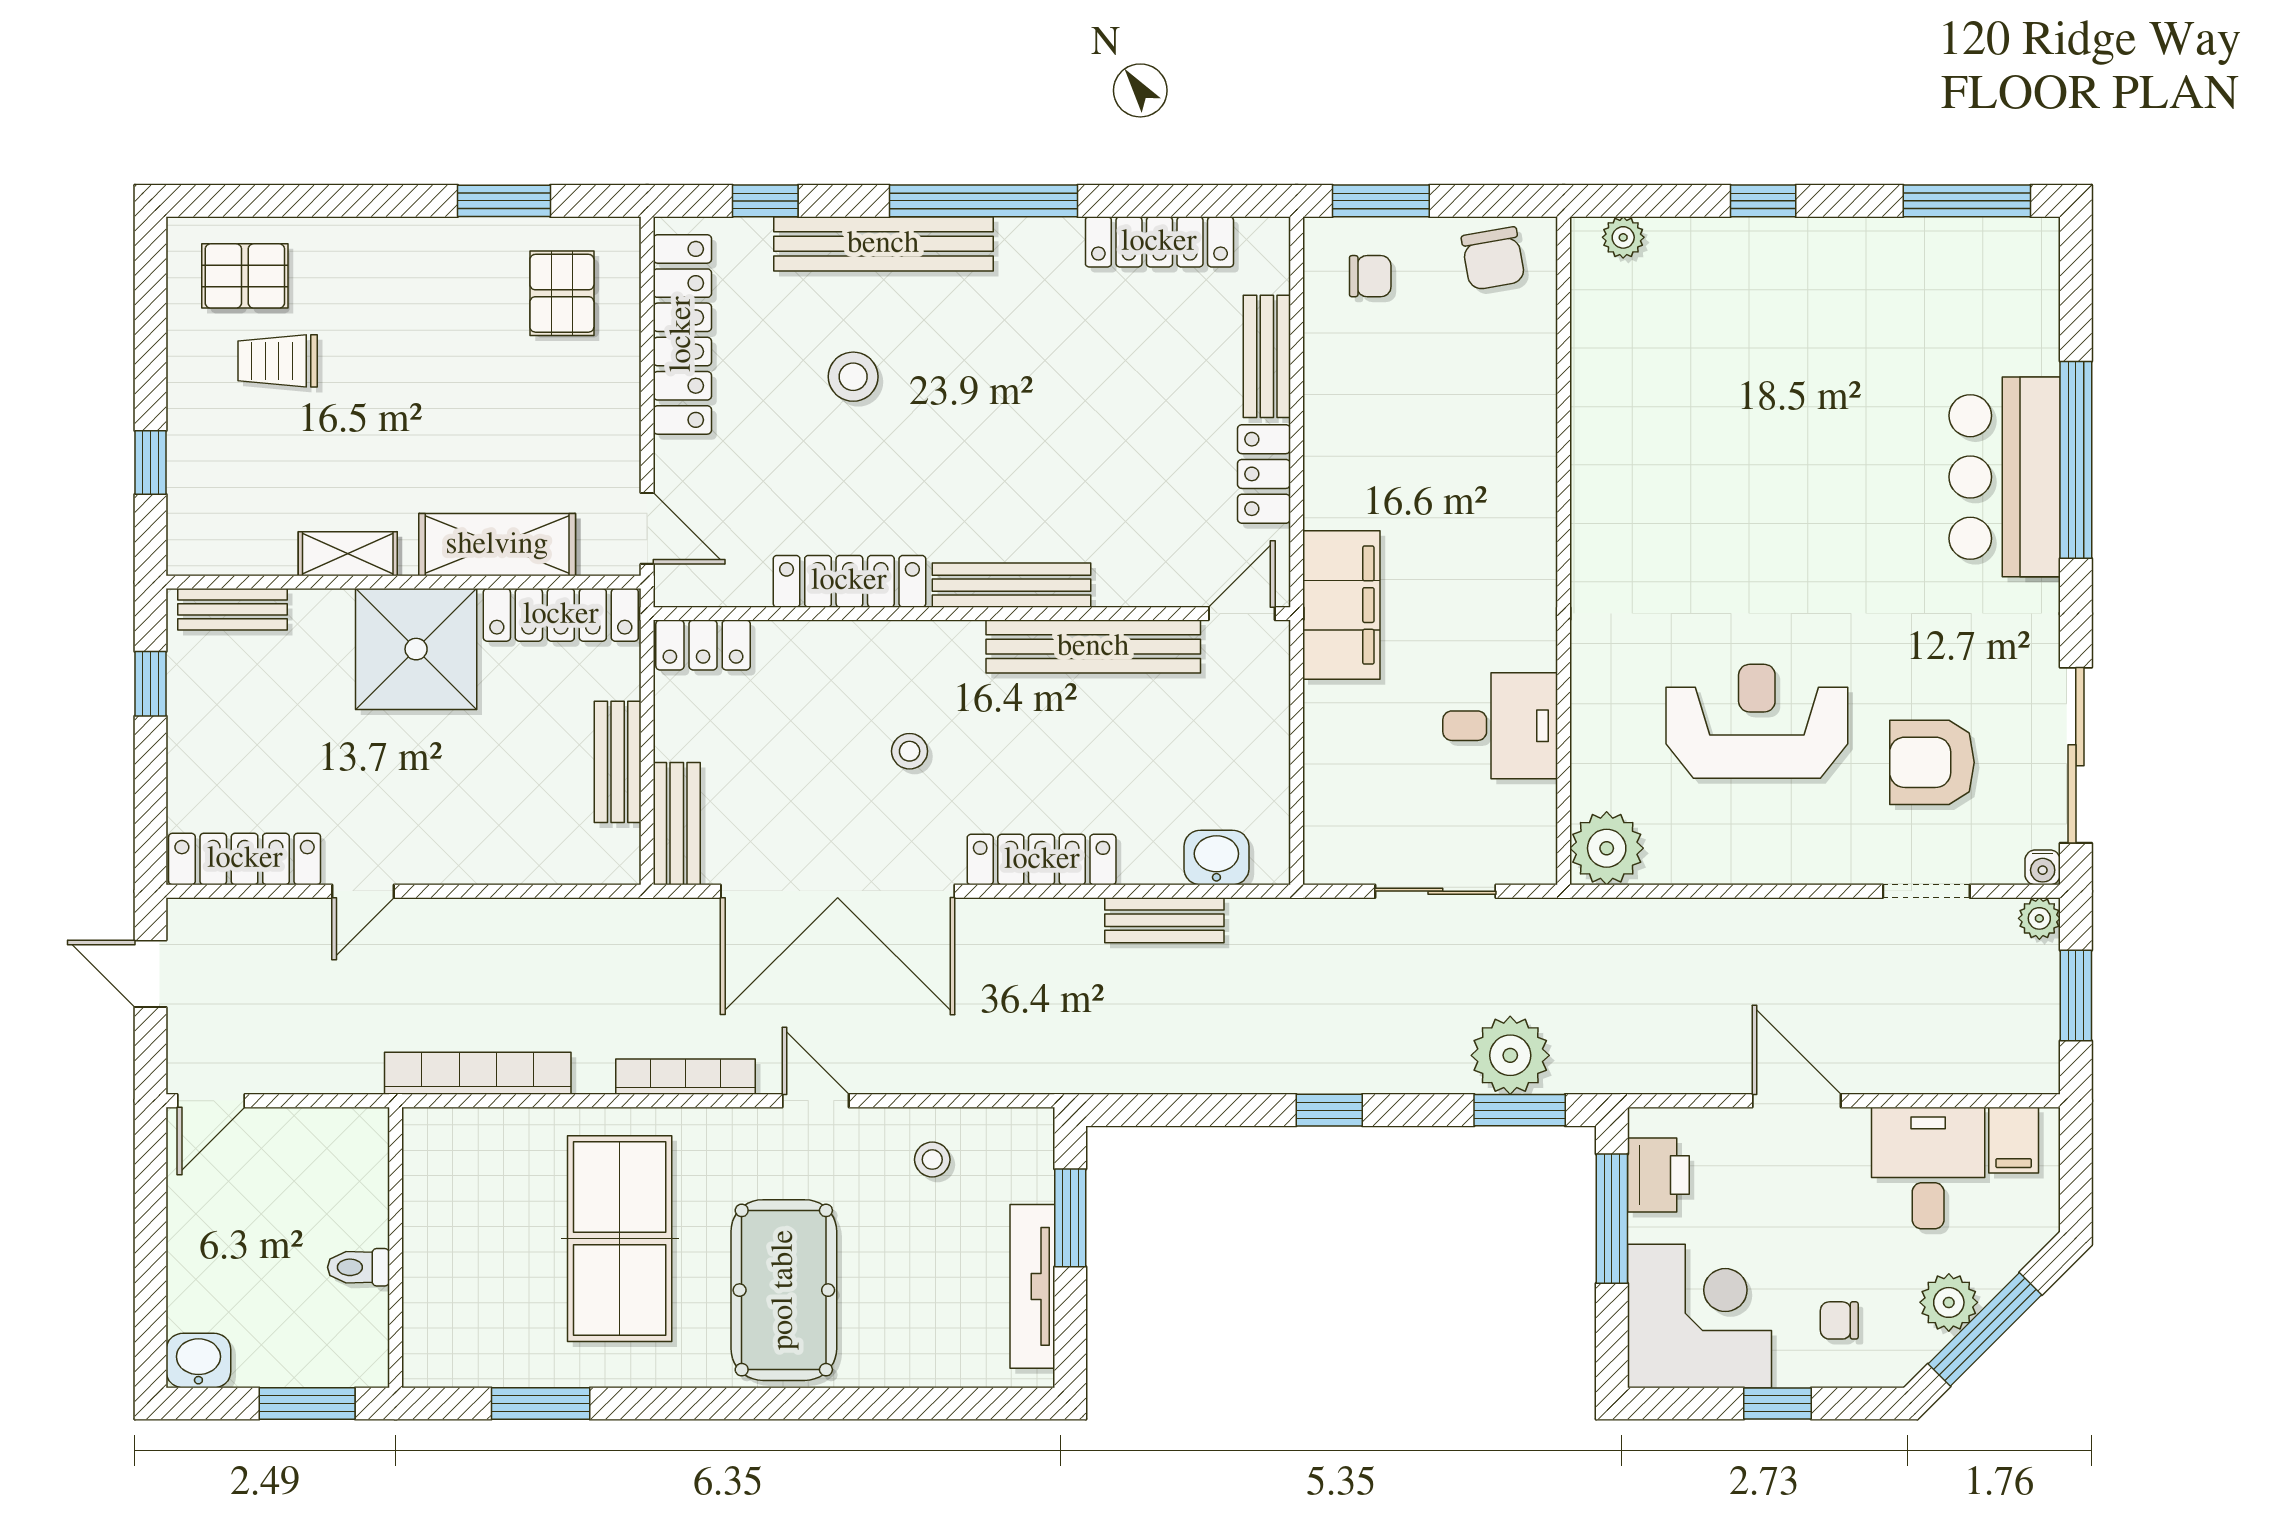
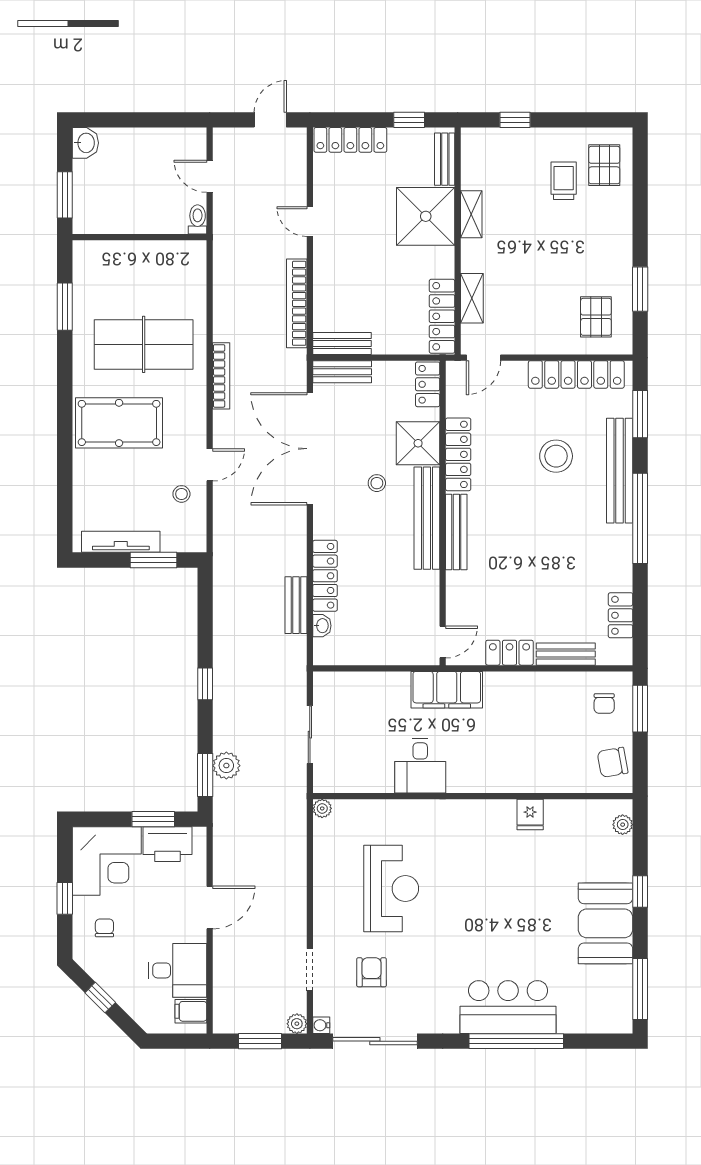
window: (765, 201) -> (640, 414), width x1.50
locker: (1159, 242) -> (621, 615), width x0.66
booth: (1830, 273) -> (606, 923), added
pallet: (562, 293) -> (596, 317), turned 90
stool: (853, 377) -> (556, 456), width x1.38, depth x1.38
fridge: (1602, 431) -> (530, 815), added
shelving: (497, 545) -> (472, 298), width x0.67, depth x0.75
door: (1242, 614) -> (443, 642), hinge flipped
bench: (1093, 647) -> (427, 518), moved
shower: (416, 649) -> (426, 216), moved
shower: (826, 665) -> (418, 443), added
desk: (1500, 726) -> (420, 766), moved
bench: (618, 762) -> (342, 343), moved
armchair: (1932, 762) -> (372, 972), width x0.72, depth x0.72
plant: (1607, 848) -> (322, 808), width x0.53, depth x0.53
washbasin: (1216, 858) -> (322, 626), width x0.72, depth x0.69
locker: (245, 859) -> (350, 140), moved, turned 90
locker: (1042, 860) -> (325, 576), moved
plant: (1510, 1055) -> (226, 766), width x0.73, depth x0.73
bookcase: (478, 1073) -> (297, 303), moved, turned 180
door: (211, 1101) -> (210, 176), moved
door: (816, 1101) -> (210, 465), moved
printer: (1658, 1175) -> (167, 844), width x1.37, depth x1.19
window: (1612, 1219) -> (153, 819), width x0.69
toilet: (359, 1267) -> (198, 219), moved
plant: (1949, 1302) -> (113, 980), removed
window: (1985, 1329) -> (100, 998), width x0.46

